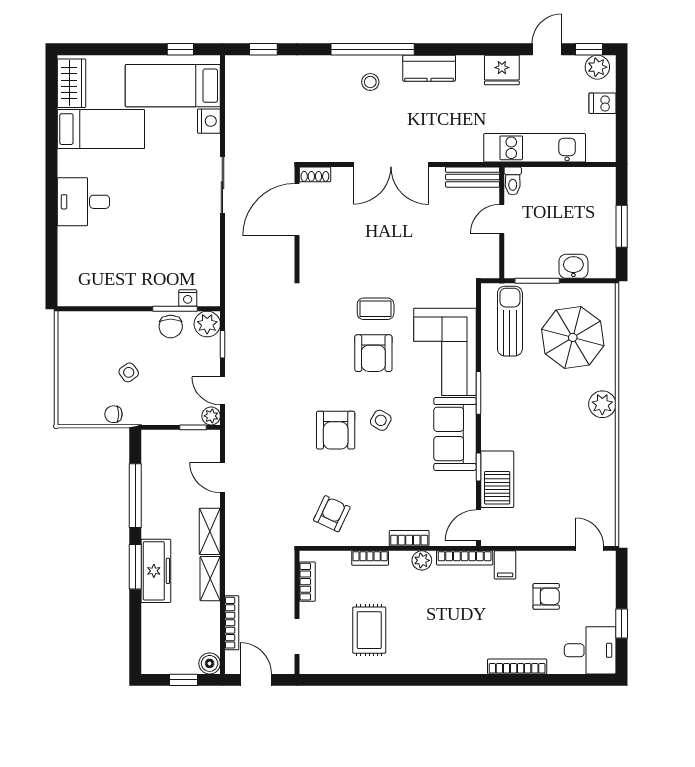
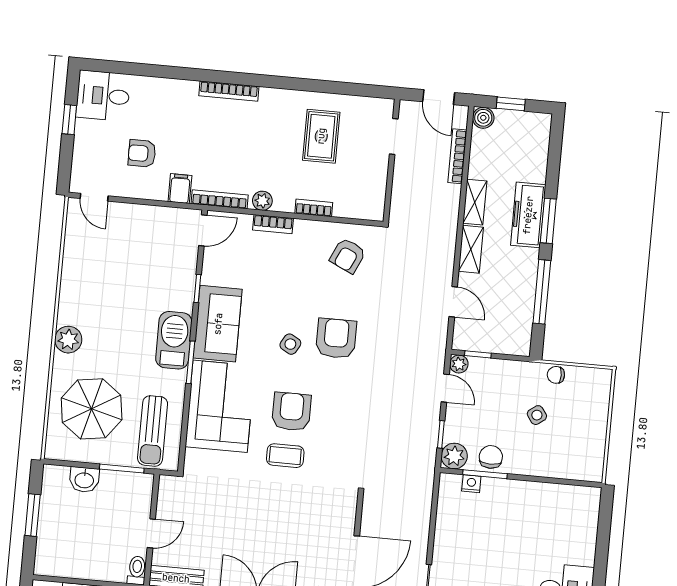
chair: (113, 414) -> (556, 375), turned 180
barbecue: (497, 479) -> (174, 340), moved
bookcase: (307, 582) -> (378, 190), removed
bookcase: (517, 667) -> (229, 91), moved

